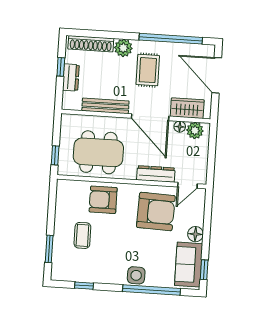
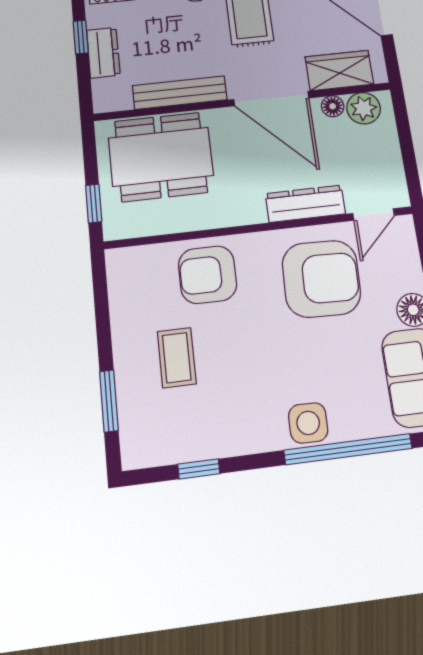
dining table: (98, 152) -> (161, 157), moved

